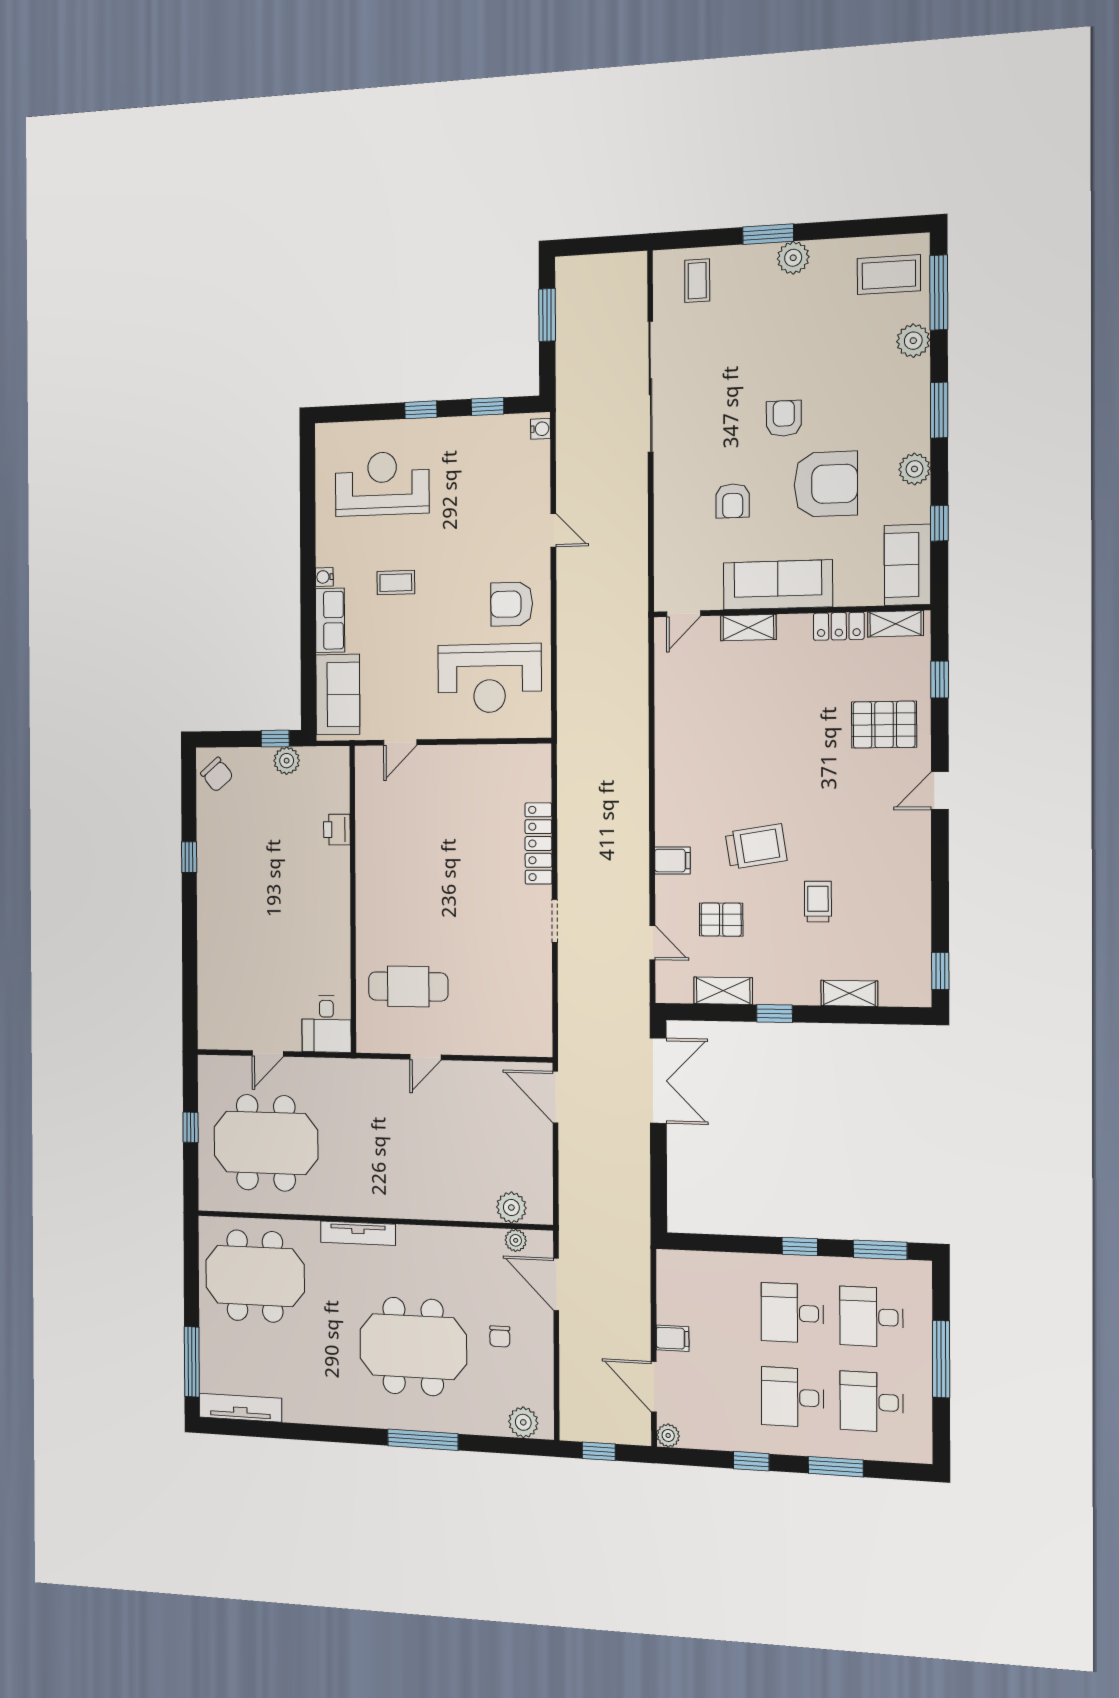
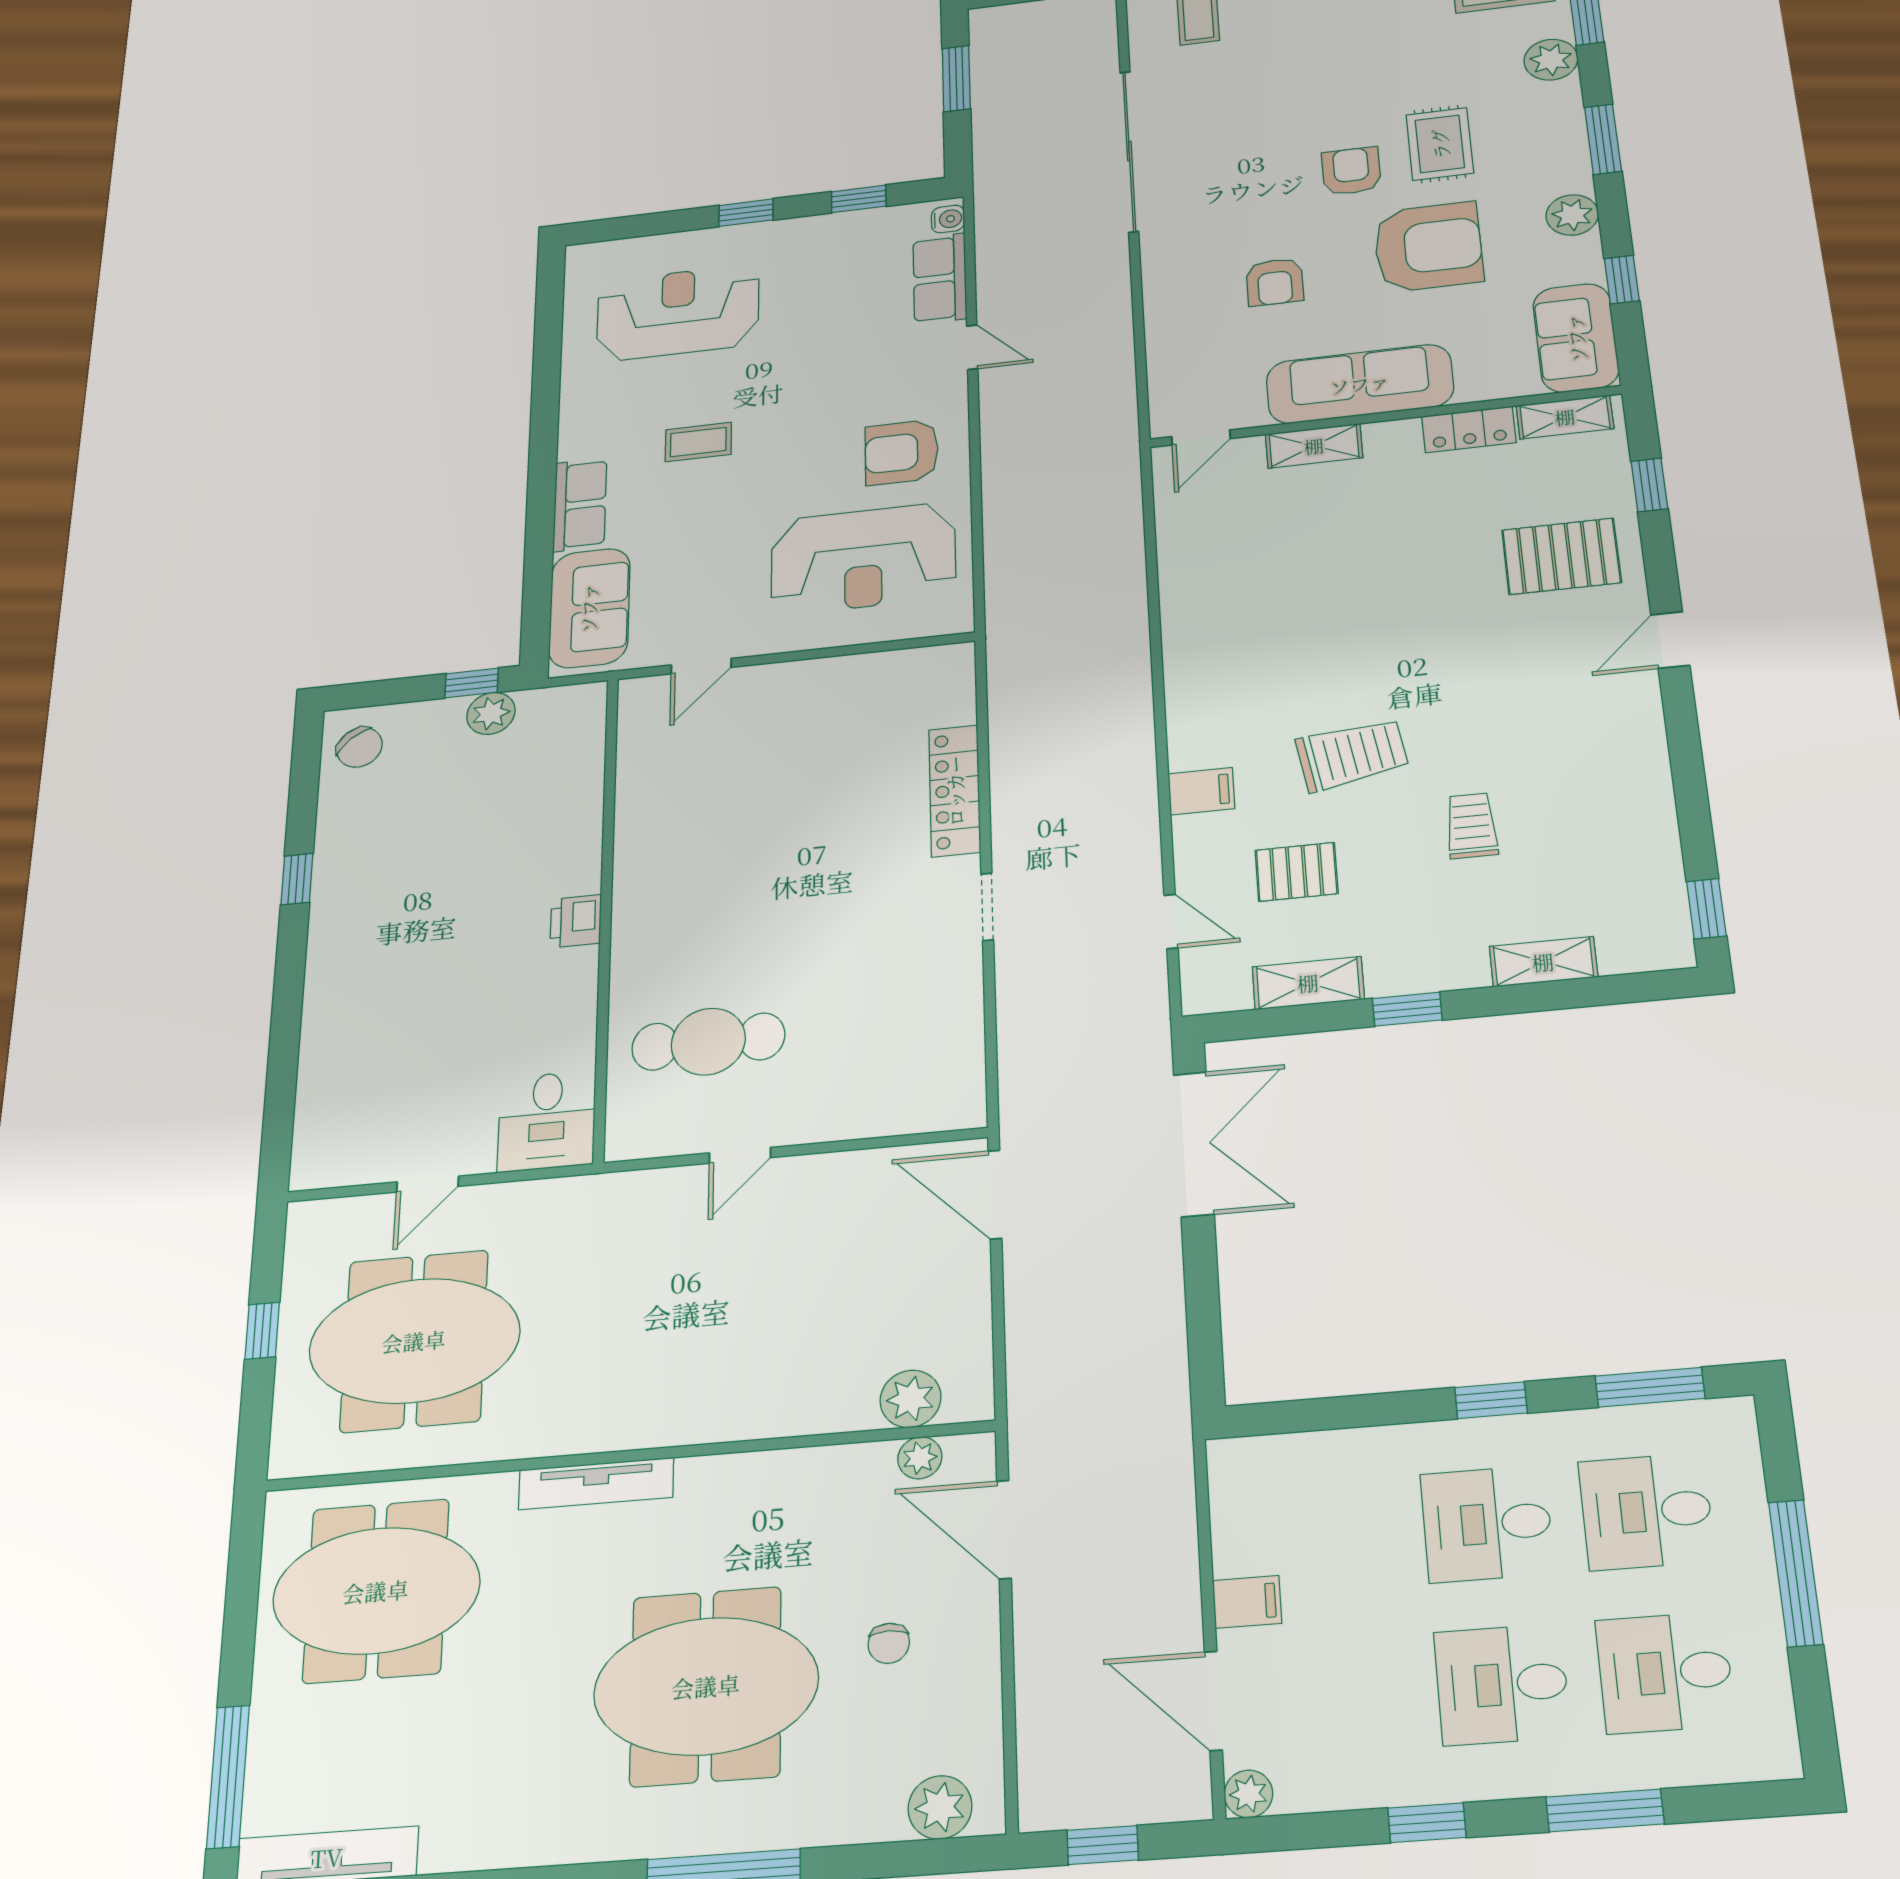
rug: (839, 402) -> (1440, 144), added
row of seats: (535, 475) -> (940, 279), added
water cooler: (324, 577) -> (572, 446), removed
printer: (337, 830) -> (576, 921), moved

